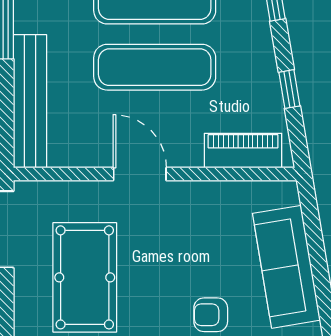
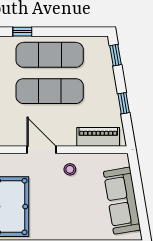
stool: (192, 210) -> (70, 169), added
armchair: (211, 315) -> (80, 227), removed

